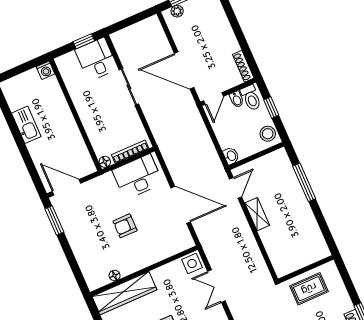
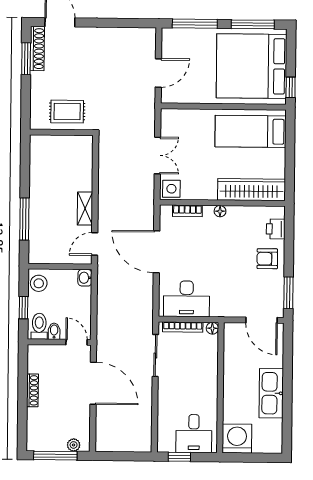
desk: (96, 59) -> (194, 434), moved
shoe rack: (243, 66) -> (33, 390), moved
washing machine: (45, 70) -> (237, 439), width x1.89, depth x1.89
sliding door: (129, 87) -> (155, 355), moved
door: (214, 99) -> (77, 342), hinge flipped
kitchen sink: (26, 125) -> (271, 393), width x1.36, depth x1.24
armchair: (125, 226) -> (267, 259), moved, turned 180
bookcase: (170, 251) -> (187, 211), added
printer: (89, 269) -> (276, 229), added
floor lamp: (115, 275) -> (220, 211), moved

